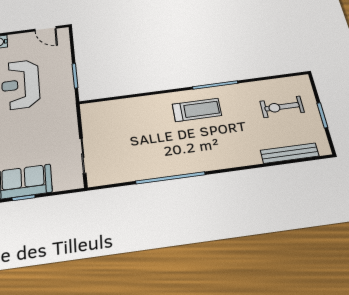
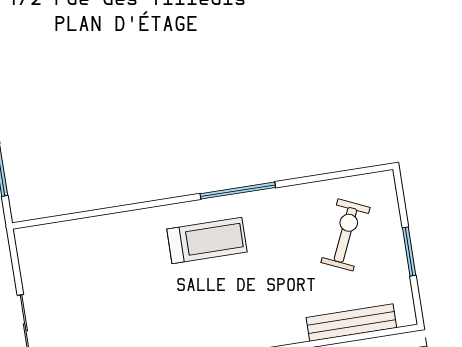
exercise bike: (282, 107) -> (345, 235), turned 114

